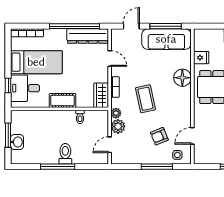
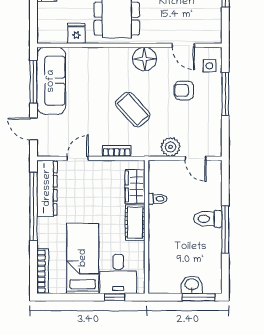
floor lamp: (182, 78) -> (145, 59), moved
wardrobe: (101, 95) -> (135, 186), moved, turned 90
coffee table: (145, 99) -> (133, 109), turned 60
plant: (116, 113) -> (152, 150), removed
window: (8, 135) -> (199, 297), moved
armchair: (159, 136) -> (184, 90), turned 112

